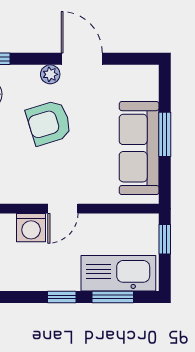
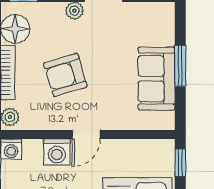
armchair: (49, 123) -> (65, 75), moved
sofa: (139, 148) -> (156, 79), width x0.73

